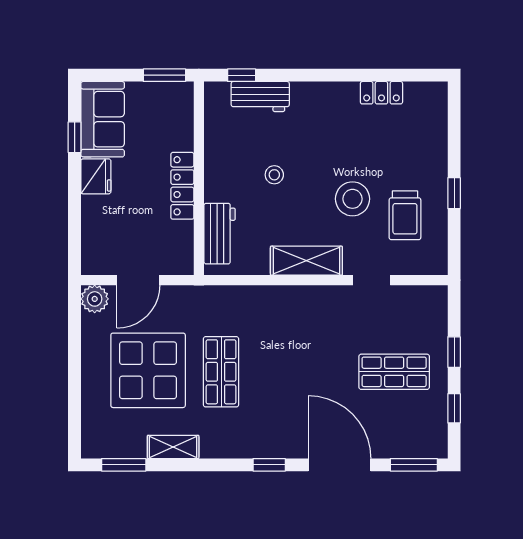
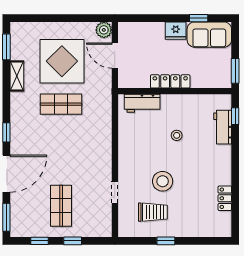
trolley: (405, 215) -> (153, 212), turned 180
shelving: (306, 261) -> (126, 154), removed

